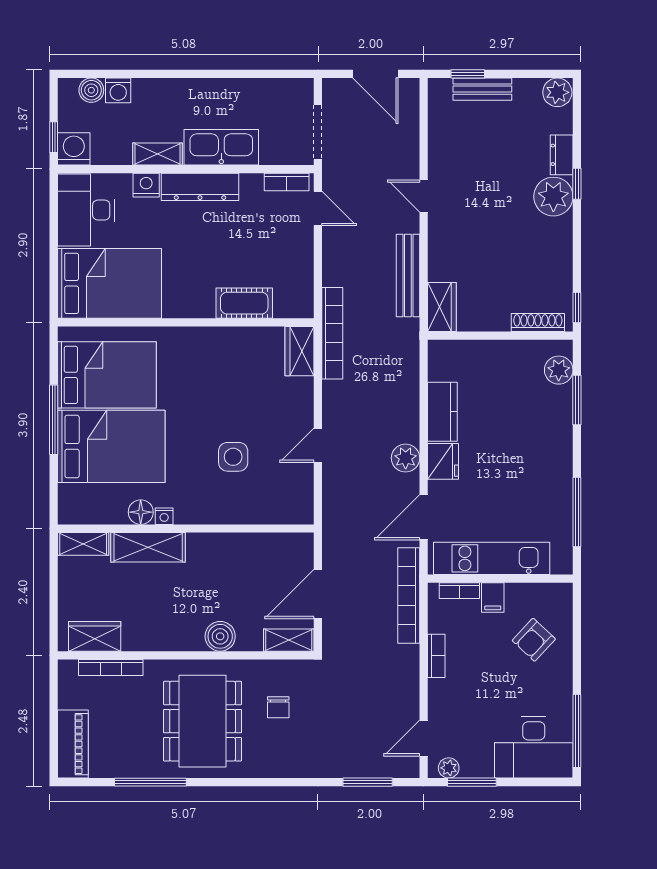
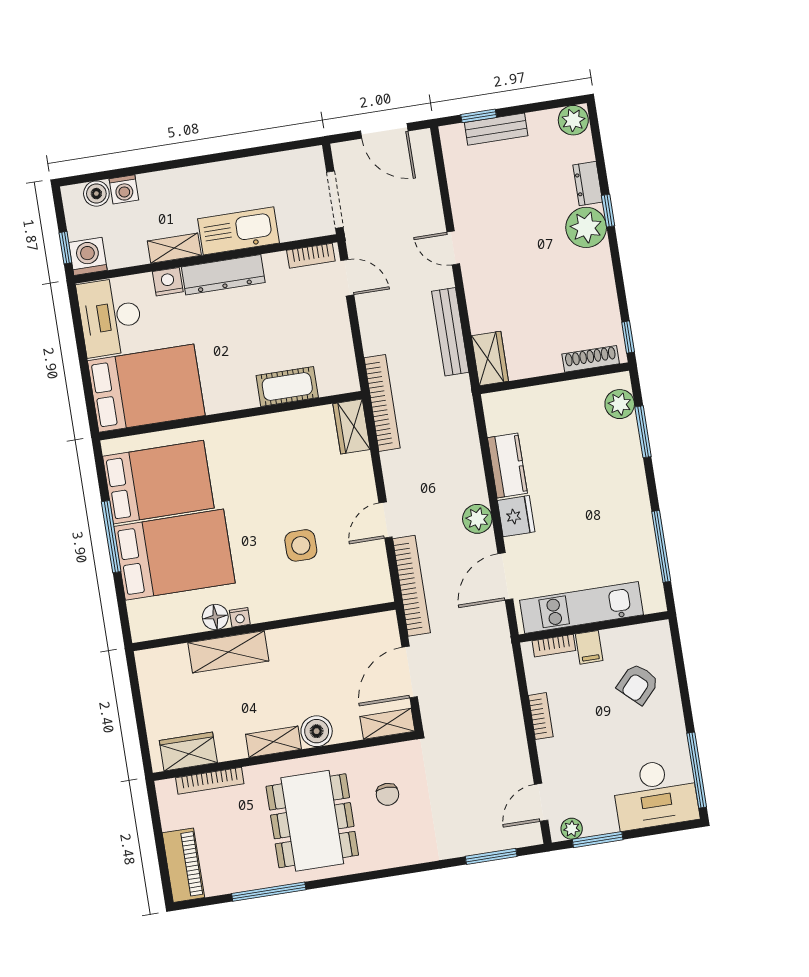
shelving: (83, 544) -> (273, 742), moved
bookcase: (409, 595) -> (412, 586), moved, turned 180

